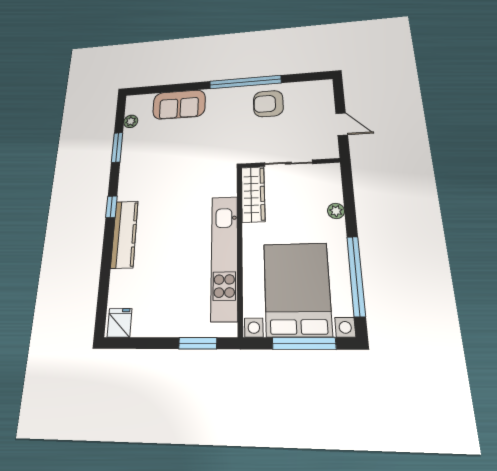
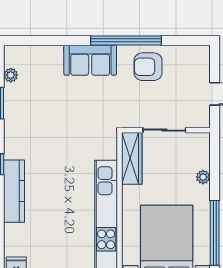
sofa: (179, 105) -> (90, 60), moved

